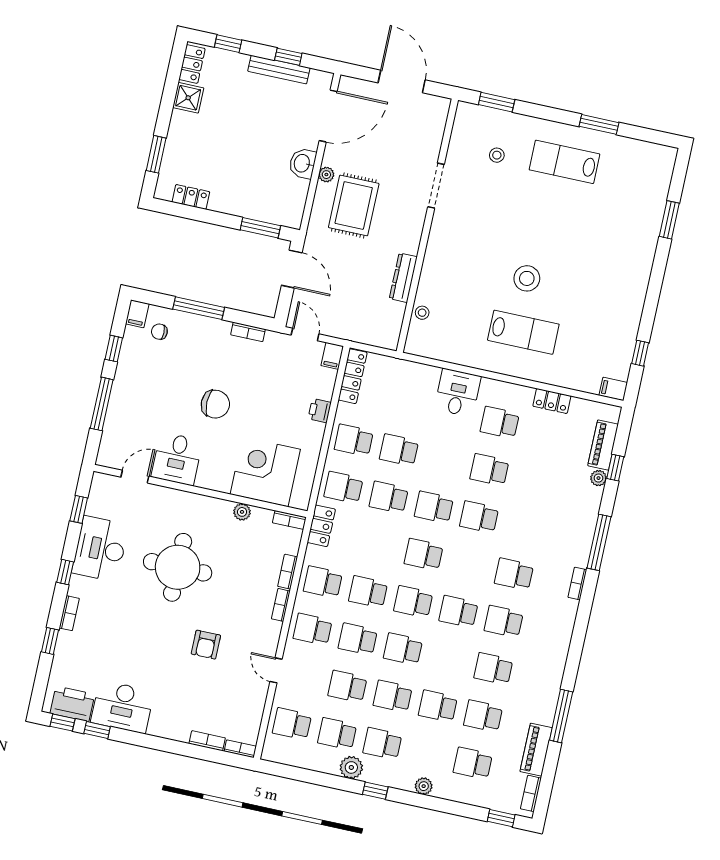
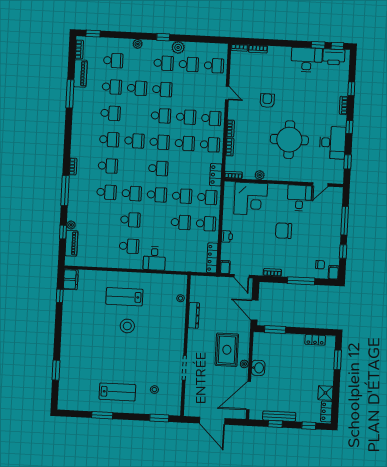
filing cabinet: (613, 389) -> (71, 279), width x2.00
locker: (552, 401) -> (103, 262), removed
school desk: (347, 686) -> (107, 192), moved

